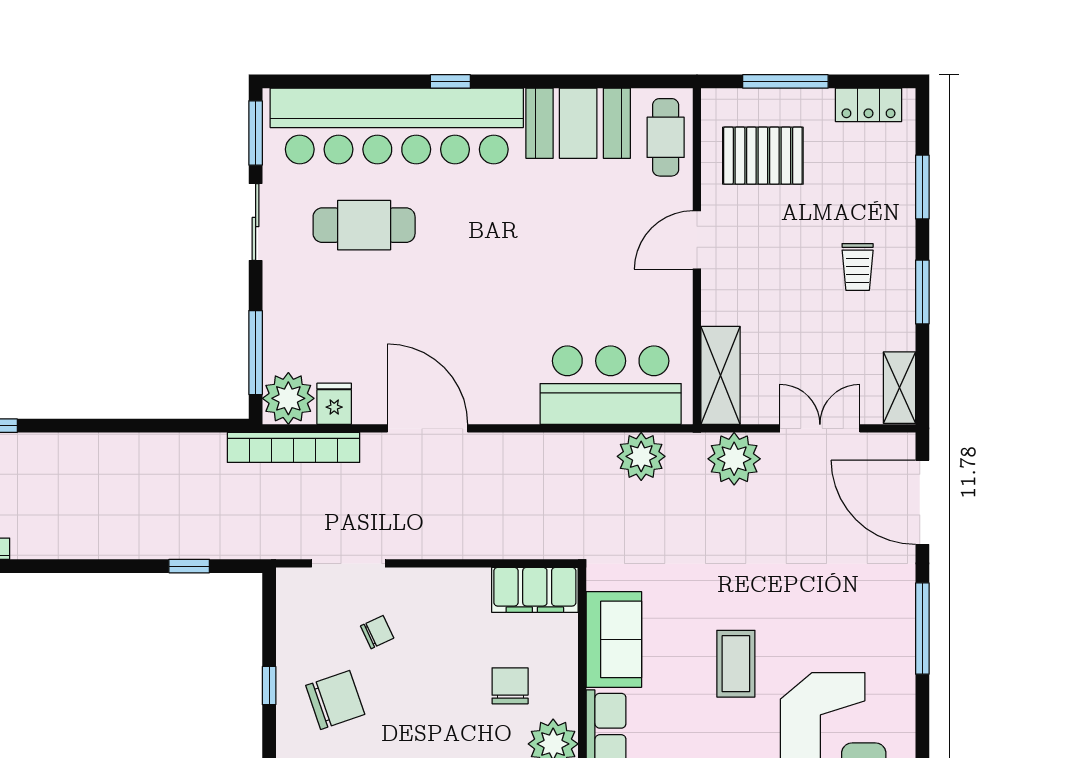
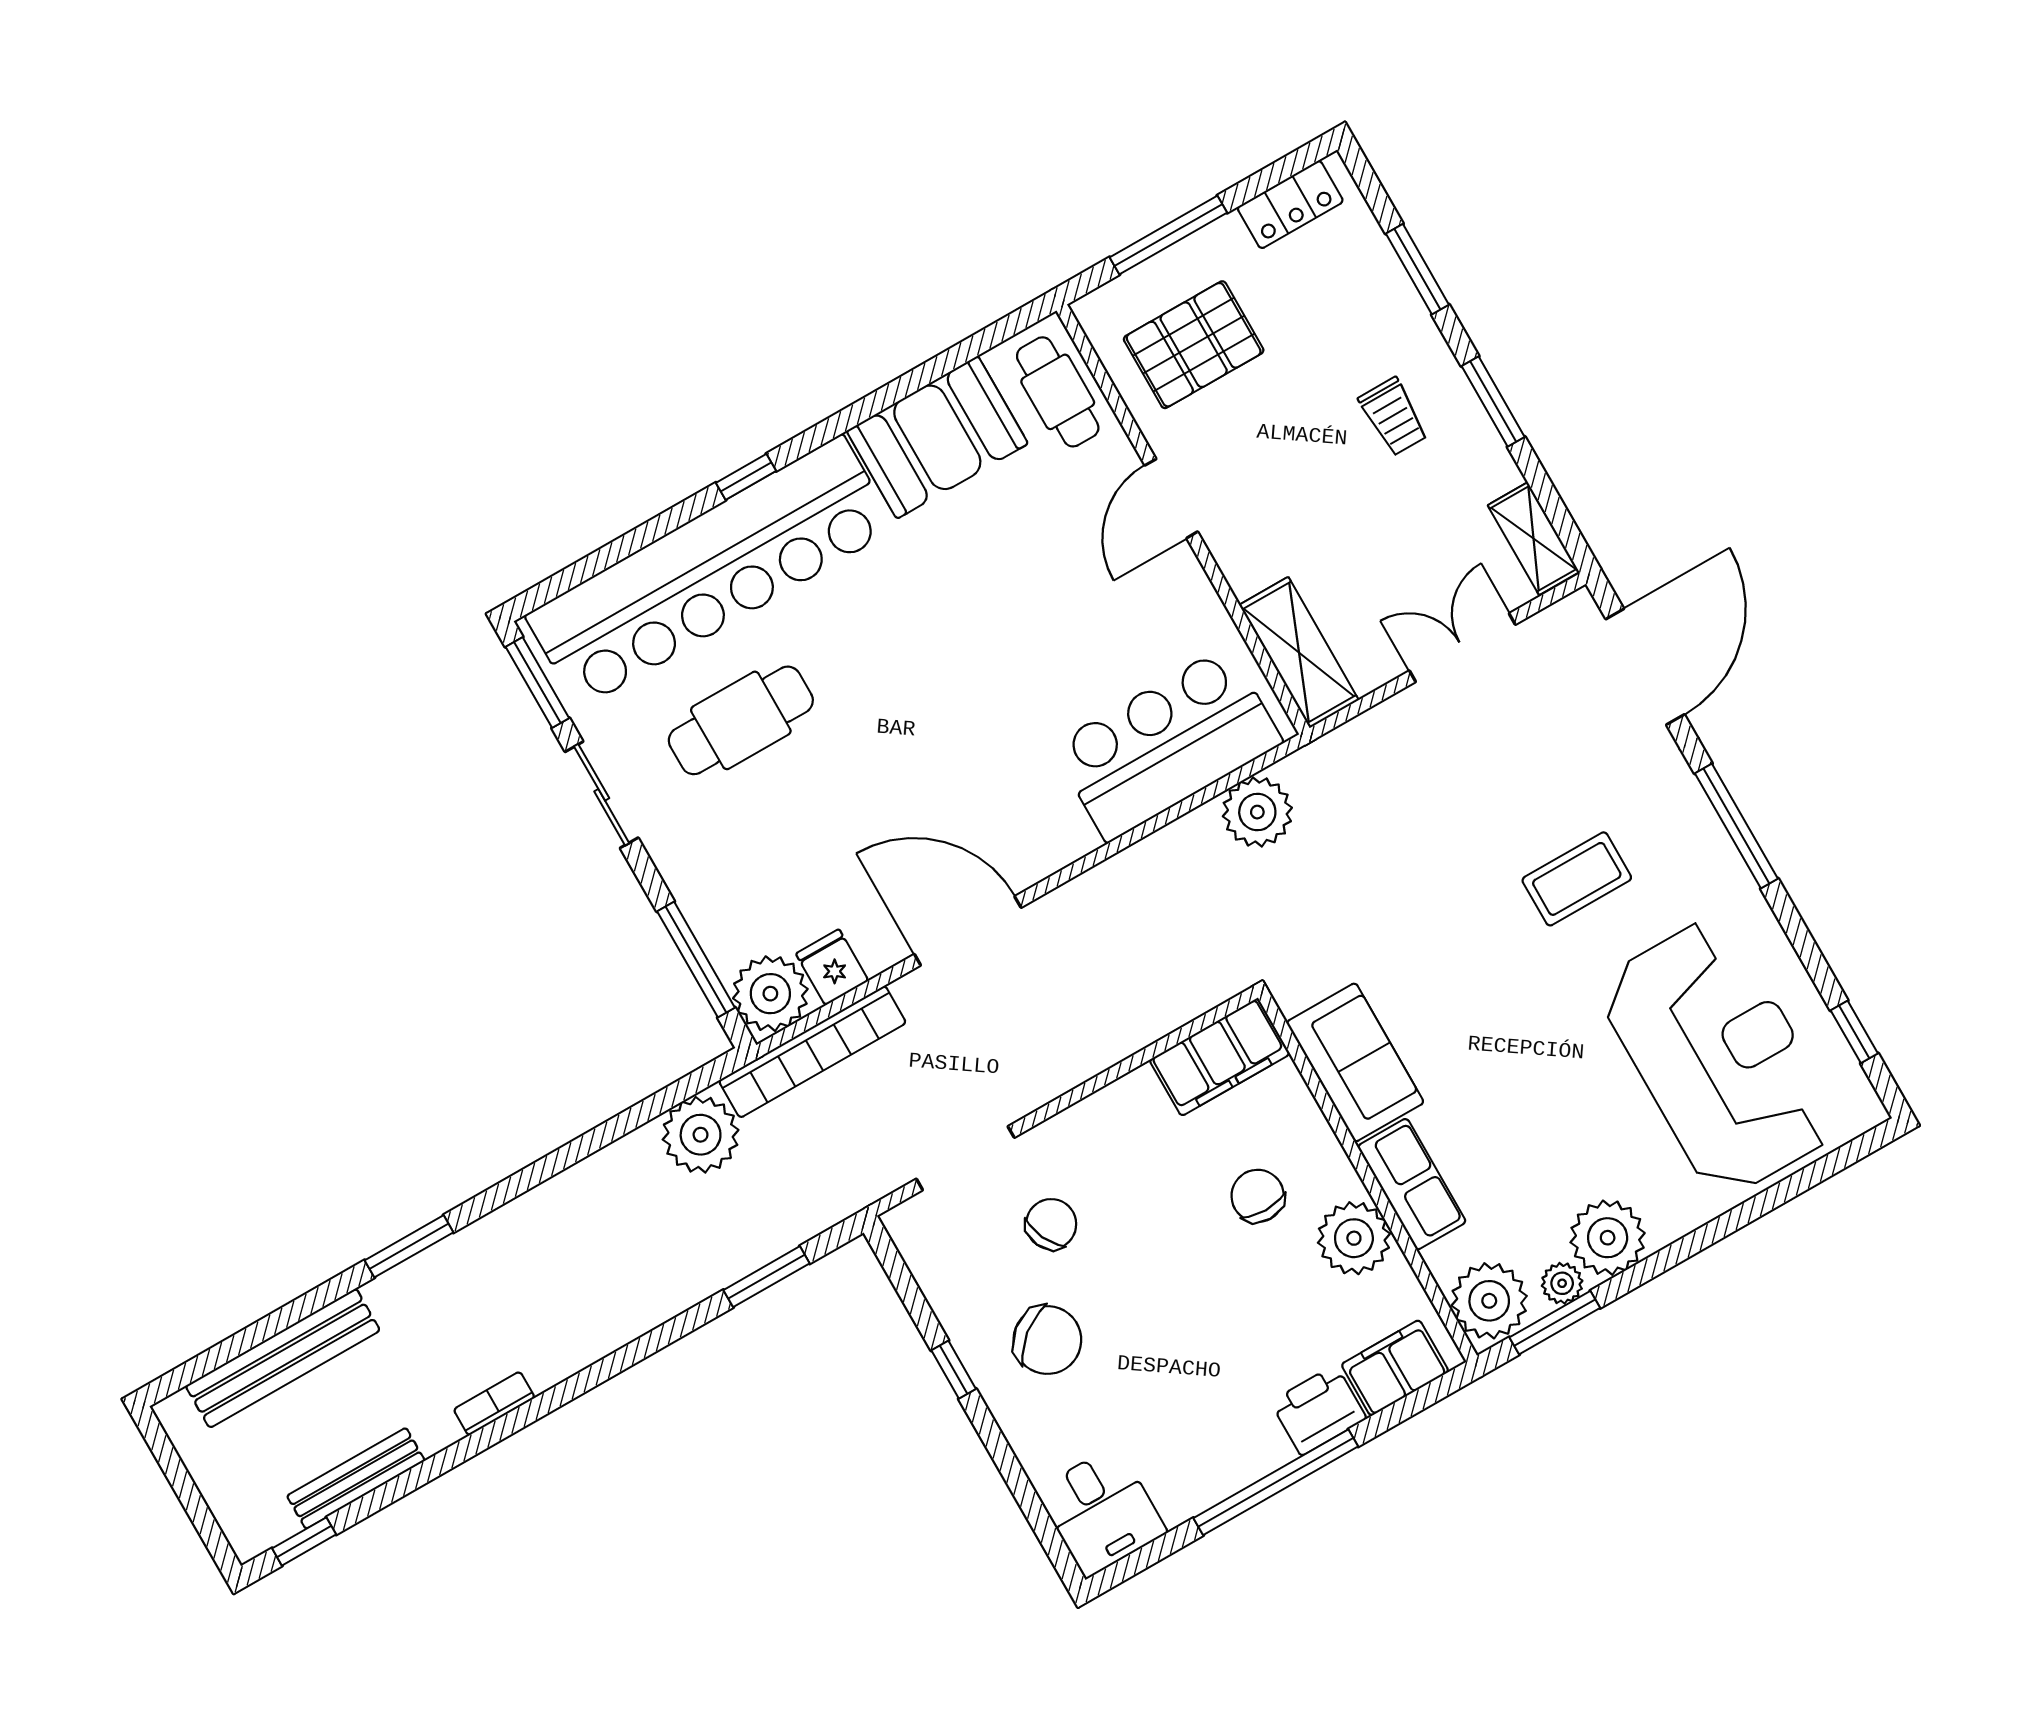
plant: (734, 459) -> (701, 1135), moved
door: (922, 502) -> (1645, 667), swing flipped
window: (189, 566) -> (766, 1277), width x1.50
chair: (377, 632) -> (1051, 1224), width x1.37, depth x1.37
coffee table: (736, 664) -> (1577, 879), moved, turned 90
chair: (335, 700) -> (1047, 1340), turned 70

